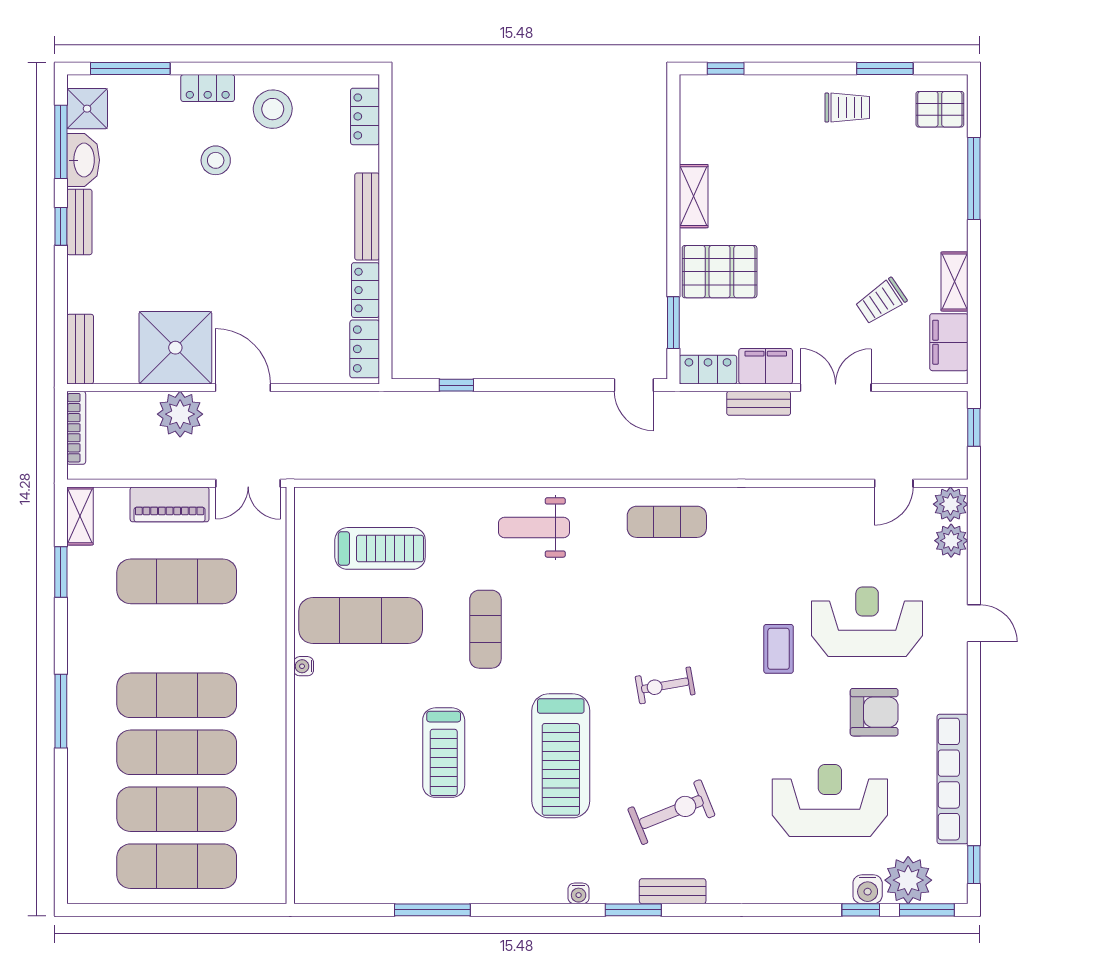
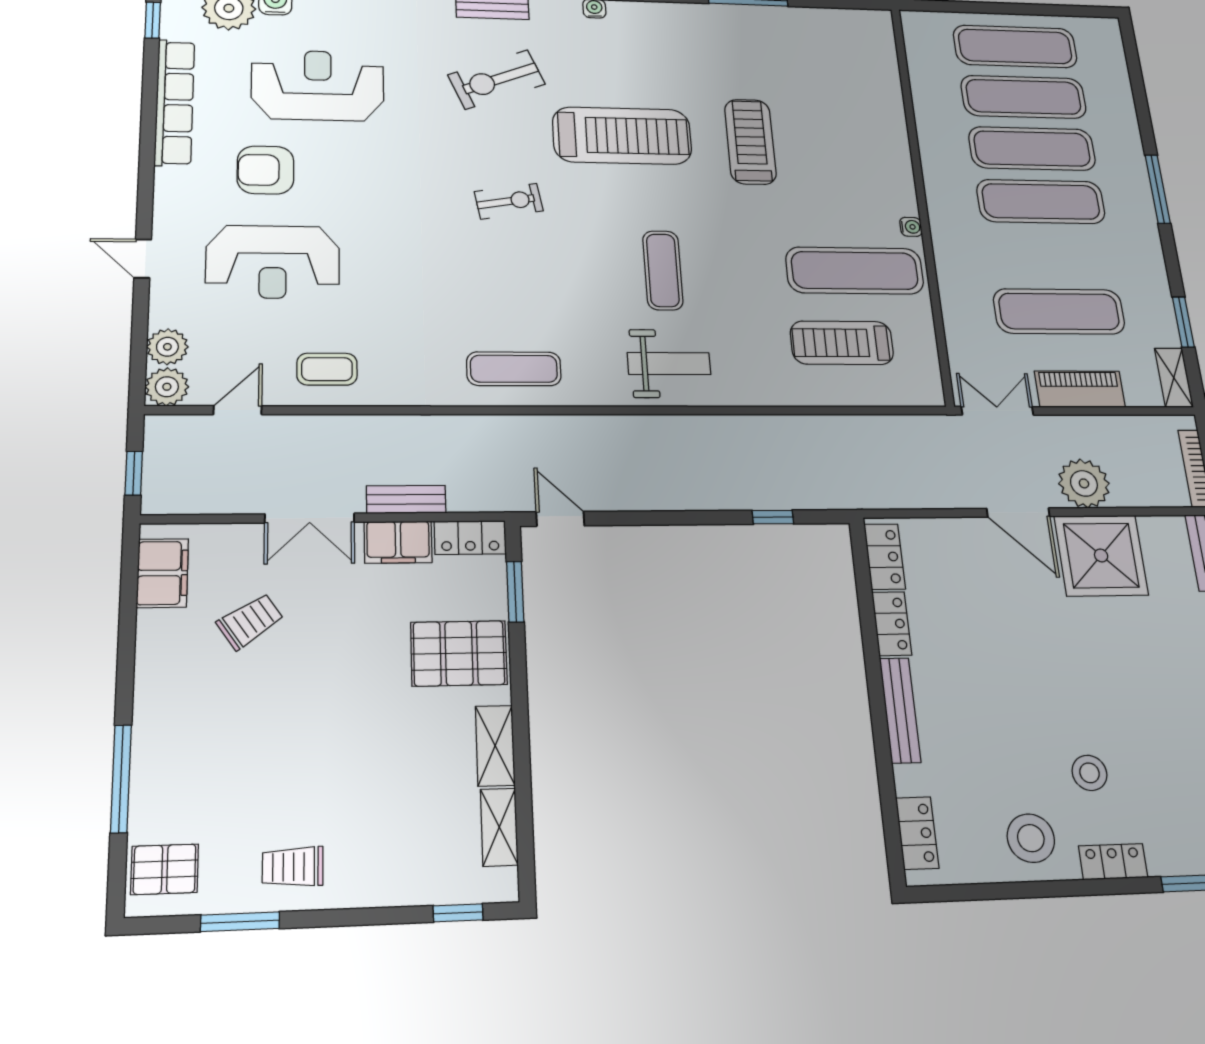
shelving: (955, 282) -> (499, 827), moved
exercise mat: (485, 629) -> (663, 270), moved
coffee table: (779, 649) -> (327, 369), moved, turned 90
treadmill: (561, 756) -> (622, 136), turned 90
reception desk: (830, 801) -> (318, 85), turned 180

